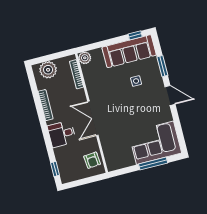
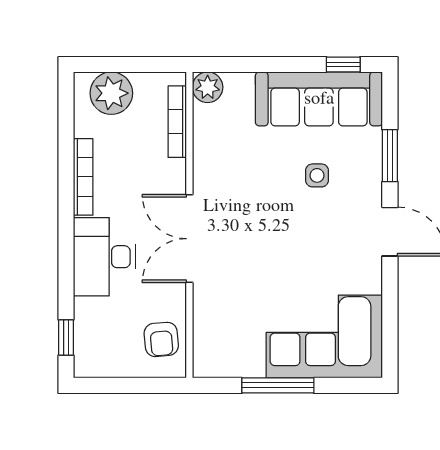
desk: (62, 134) -> (104, 257), width x1.37
window: (153, 163) -> (278, 385), moved

